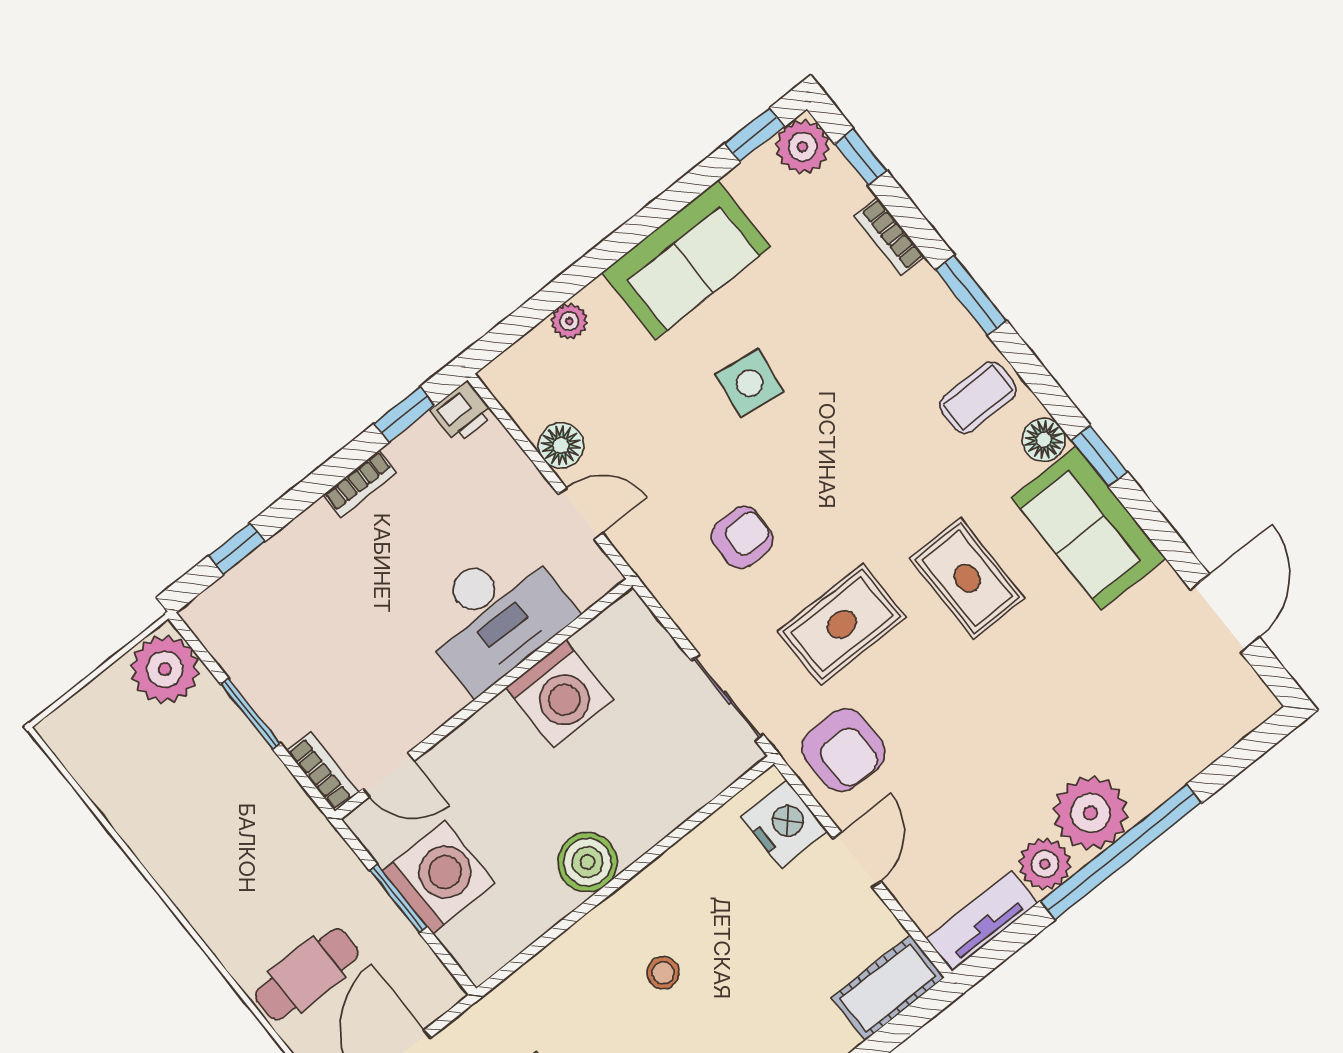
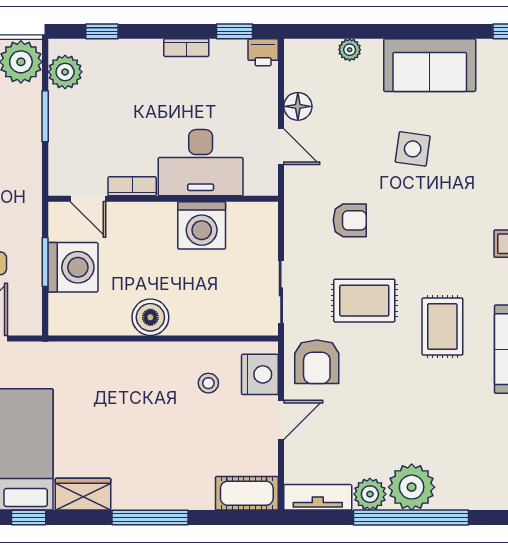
plant: (231, 637) -> (65, 72), added
bookcase: (323, 772) -> (132, 186), moved, turned -90
stool: (663, 973) -> (208, 383), moved

